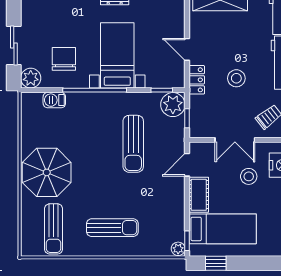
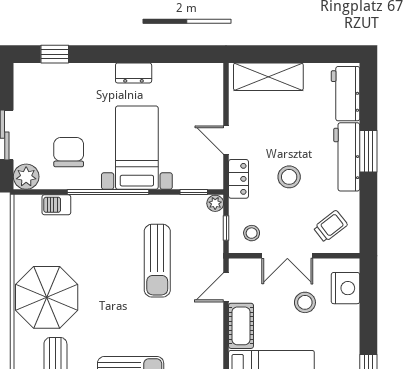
plant: (173, 105) -> (215, 203), width x0.53, depth x0.53
stool: (207, 122) -> (252, 233), added

